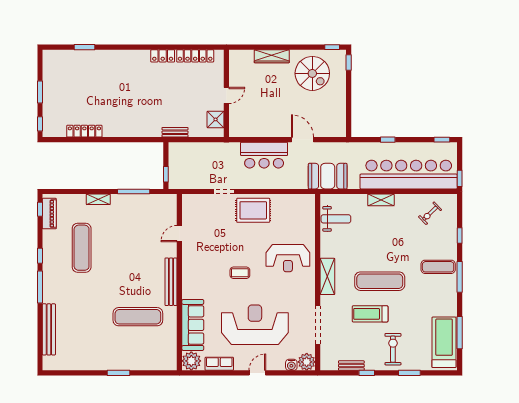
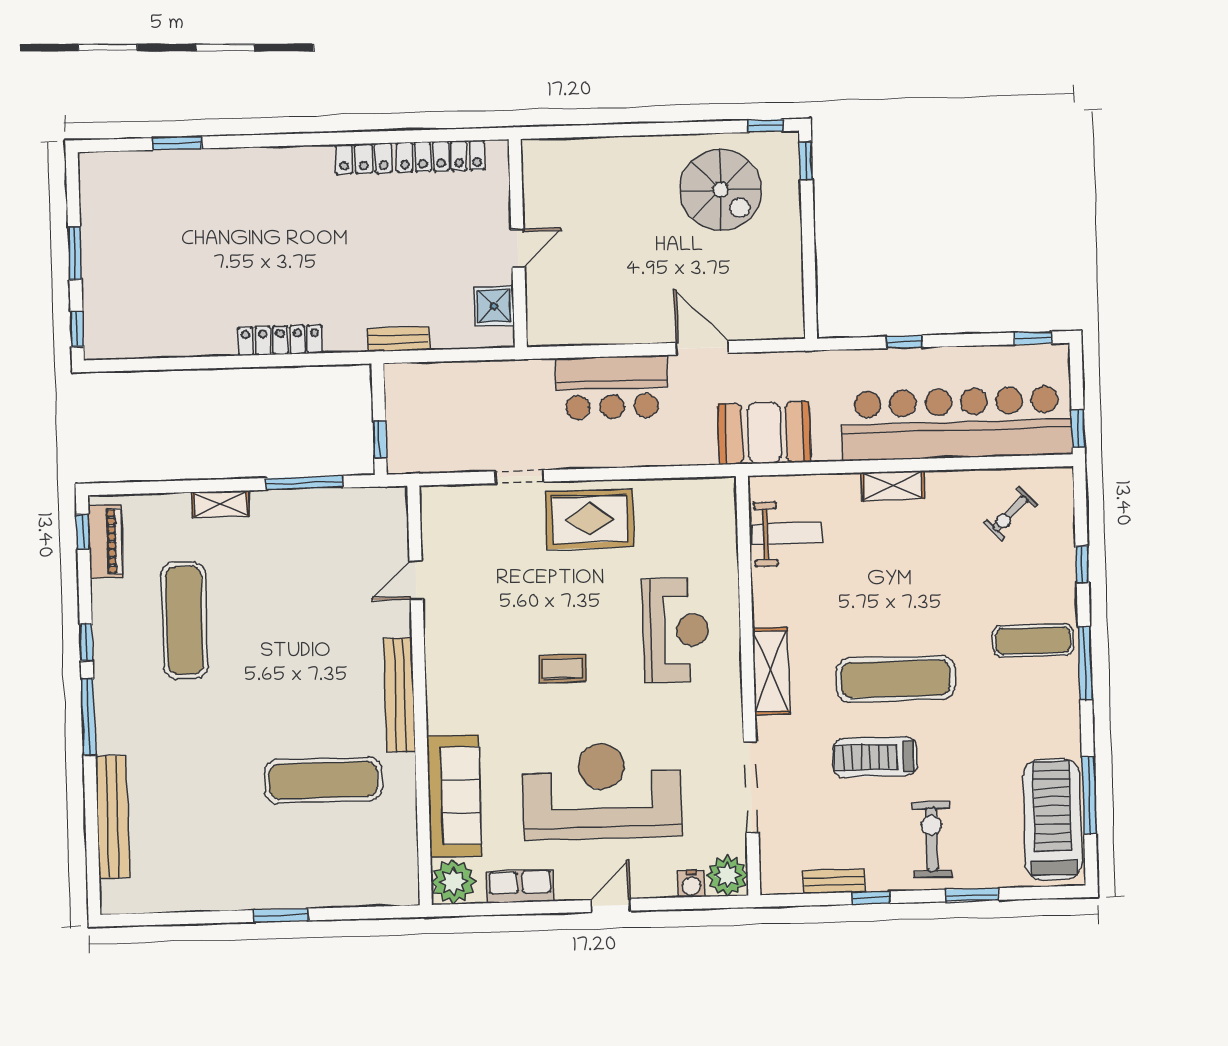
wardrobe: (272, 56) -> (623, 152), removed
locker: (84, 131) -> (280, 340), moved
reception desk: (288, 258) -> (676, 630), turned -90

